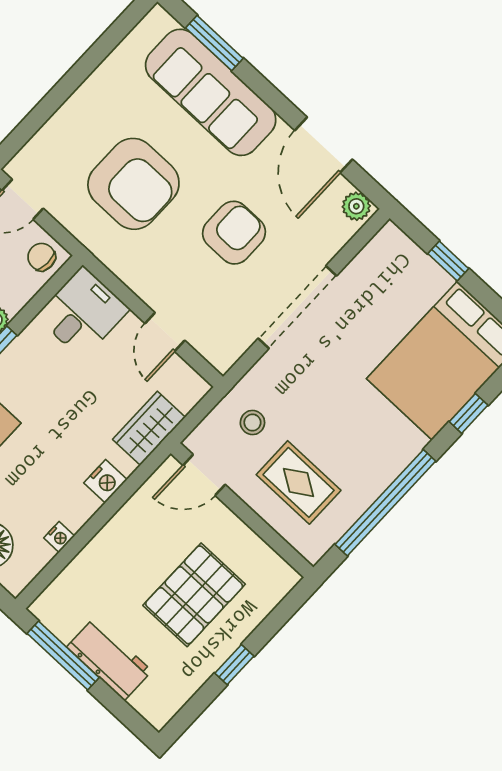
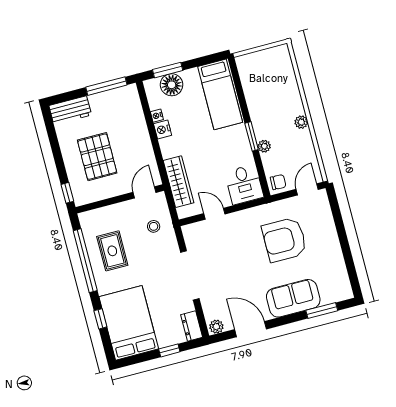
sofa: (211, 92) -> (293, 298), width x0.73
armchair: (234, 233) -> (238, 269), removed
dresser: (382, 249) -> (192, 326), added
wardrobe: (149, 428) -> (178, 182), width x1.50
nightstand: (105, 481) -> (163, 129), moved
rug: (299, 482) -> (112, 251), moved, turned 90
workbench: (109, 659) -> (70, 110), moved
window: (234, 665) -> (67, 193), moved

